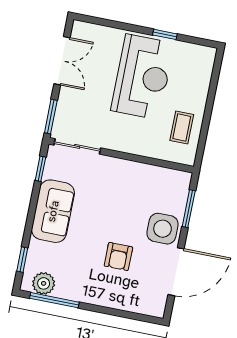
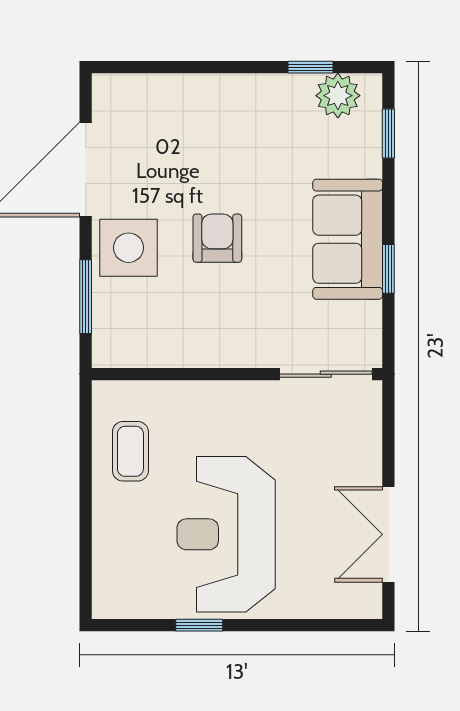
window: (51, 116) -> (388, 422), removed
window: (40, 169) -> (388, 269), moved
armchair: (118, 256) -> (217, 238), moved
window: (54, 300) -> (311, 67), width x0.46

